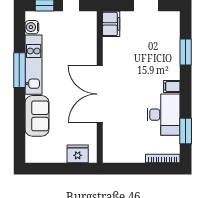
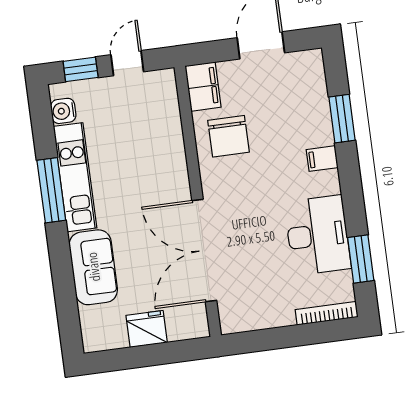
chair: (122, 53) -> (228, 136), added
filing cabinet: (172, 87) -> (322, 159), moved
double door: (100, 94) -> (204, 250), moved
fridge: (78, 154) -> (147, 329), moved

